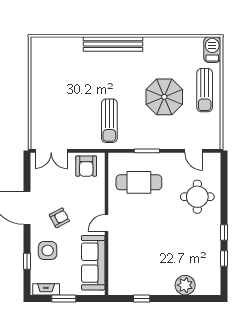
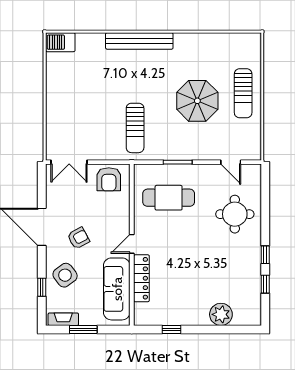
barbecue: (212, 50) -> (60, 42), moved, turned -90
side table: (48, 251) -> (65, 275), turned -37
locker: (115, 253) -> (141, 278), added

